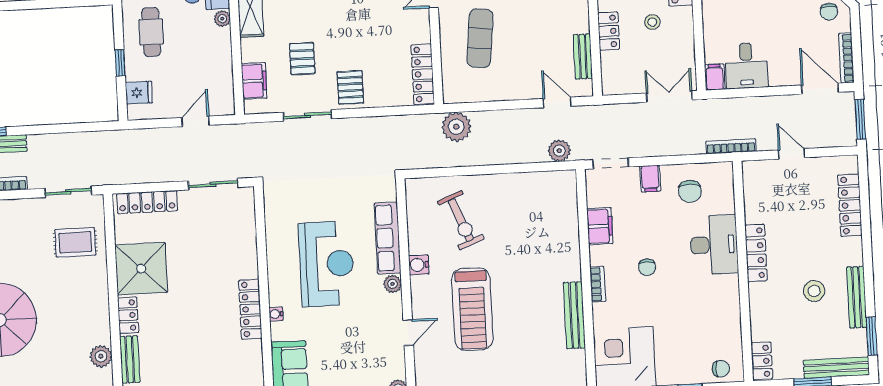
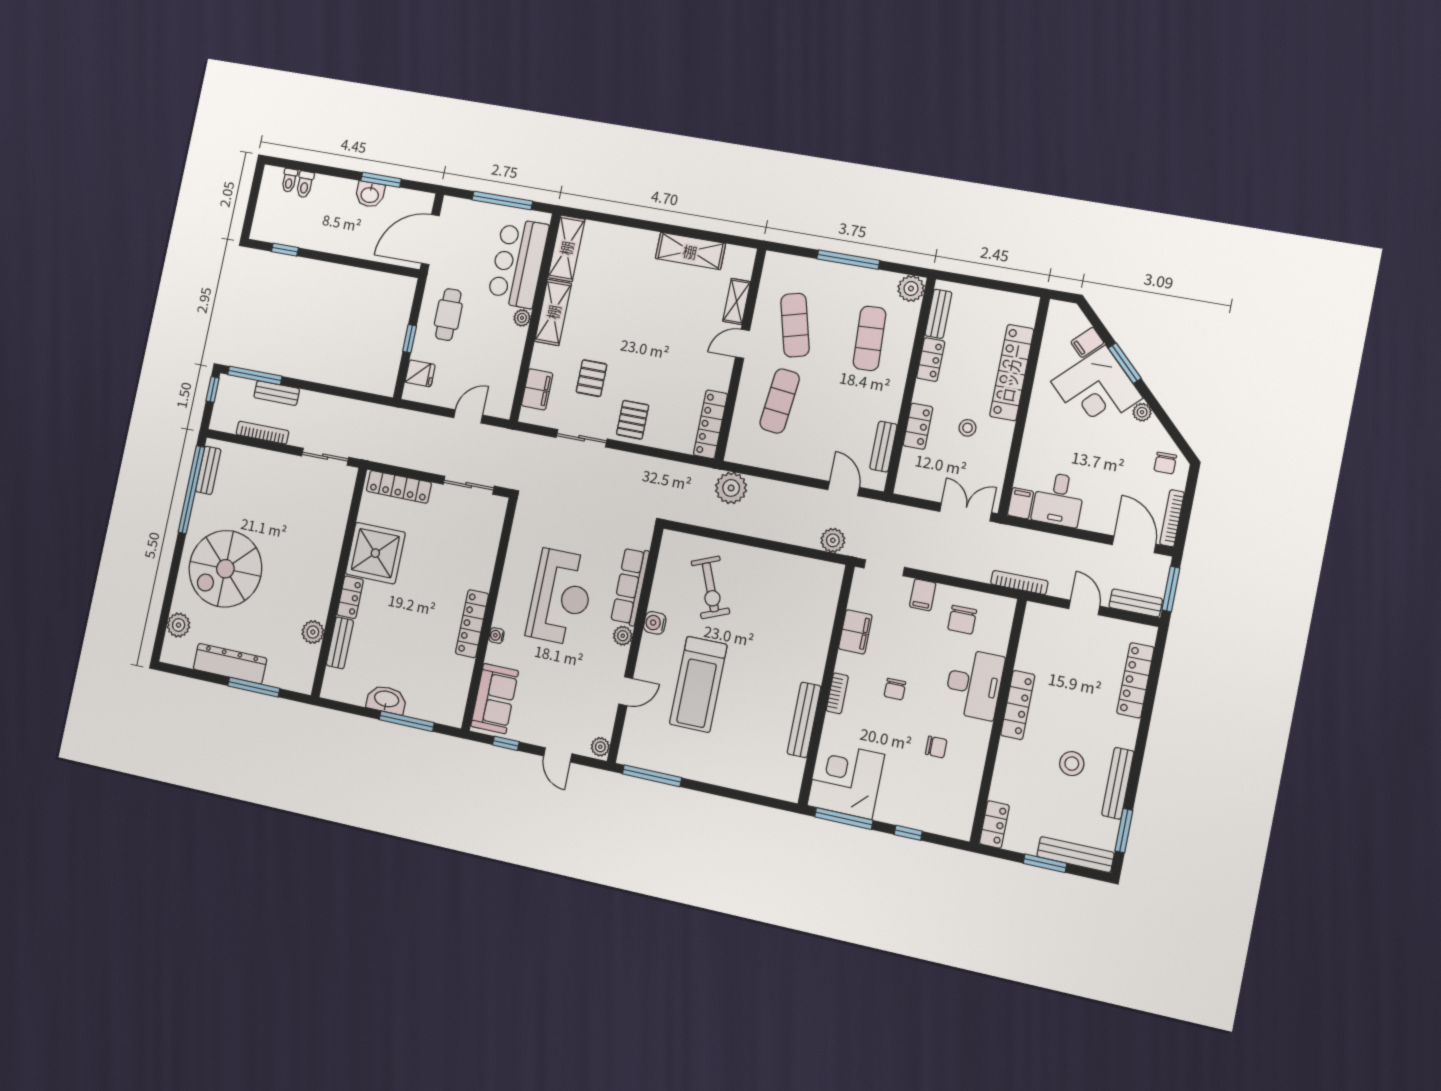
bench: (834, 139) -> (1136, 603), added
rug: (75, 242) -> (319, 510), removed
chair: (721, 369) -> (936, 747), moved

